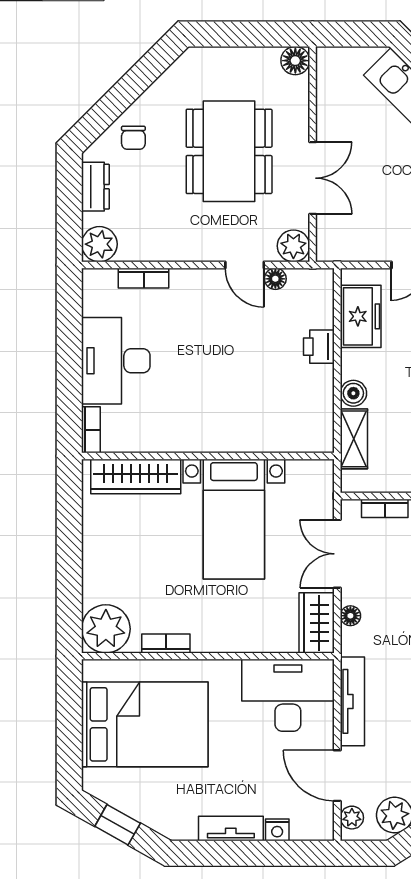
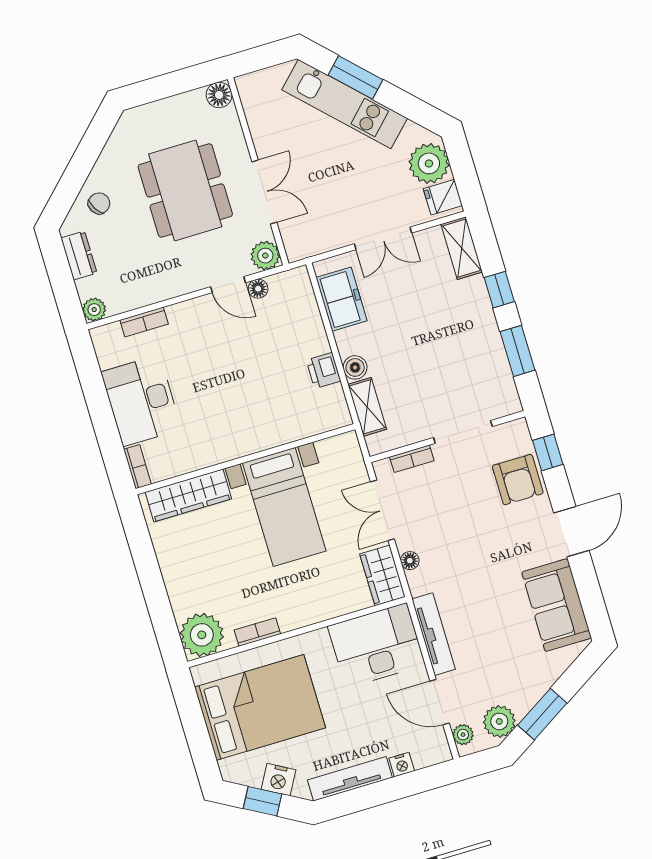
chair: (133, 138) -> (99, 203), turned -121
plant: (99, 244) -> (94, 310), width x0.73, depth x0.73
printer: (319, 347) -> (324, 371), moved
nightstand: (141, 807) -> (279, 780), added
tv unit: (231, 829) -> (350, 779), width x1.41

